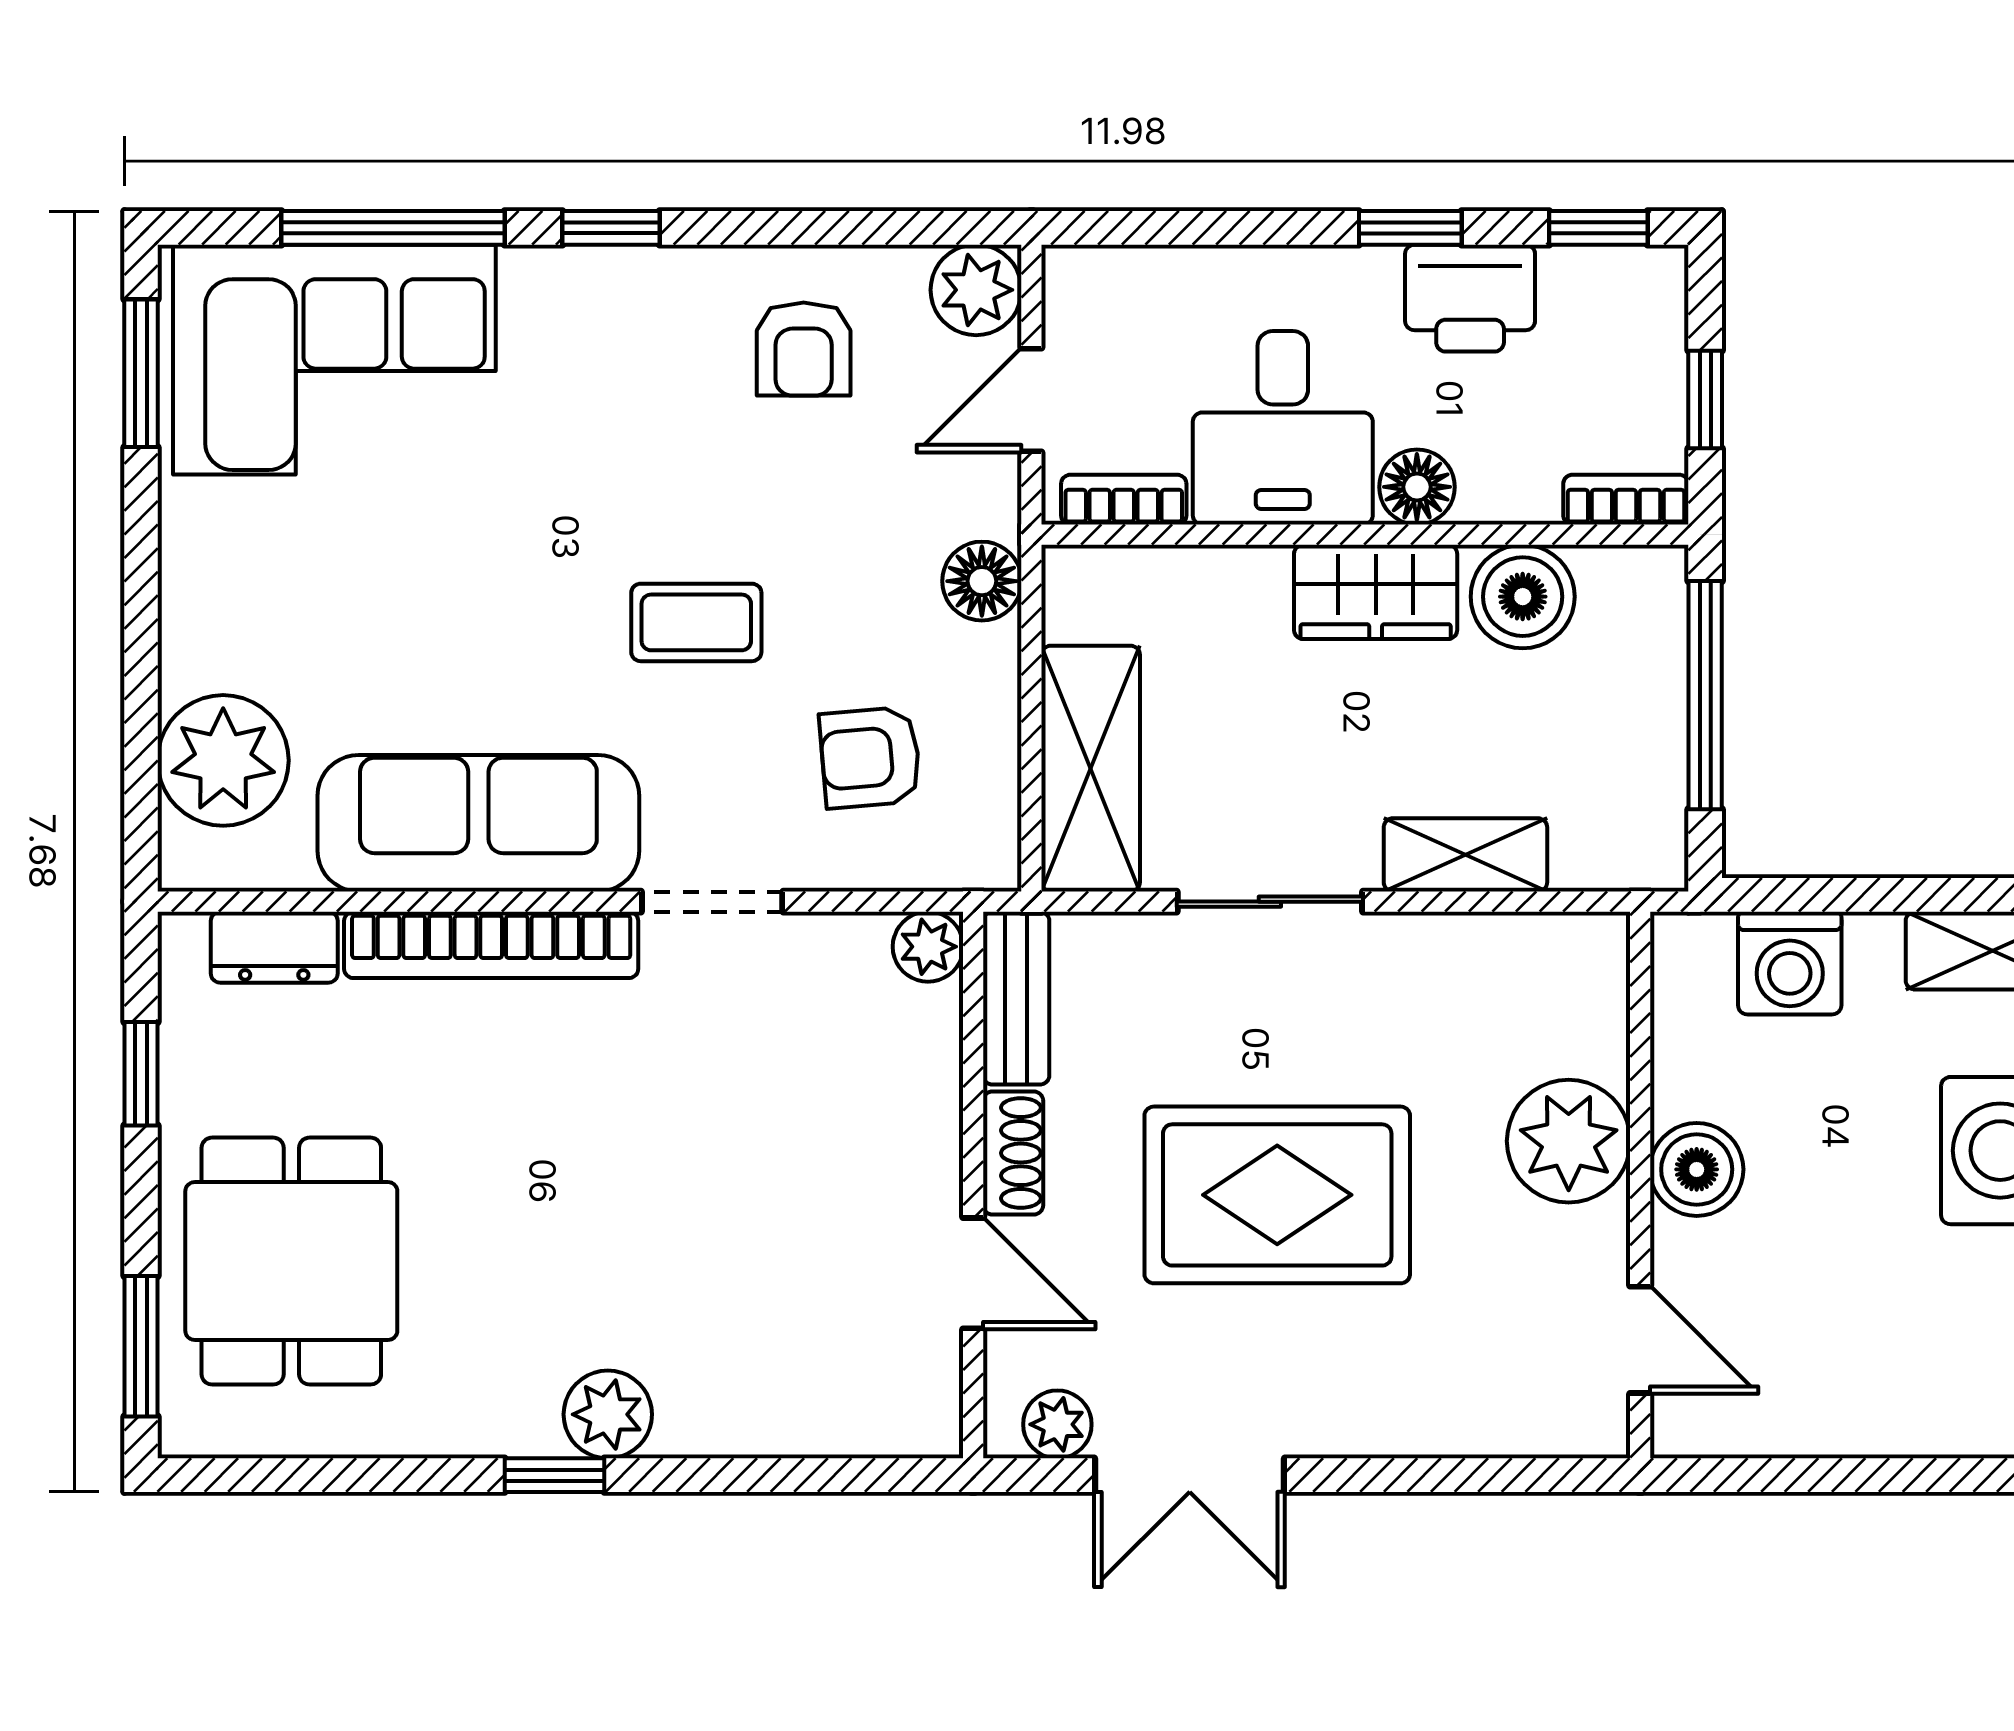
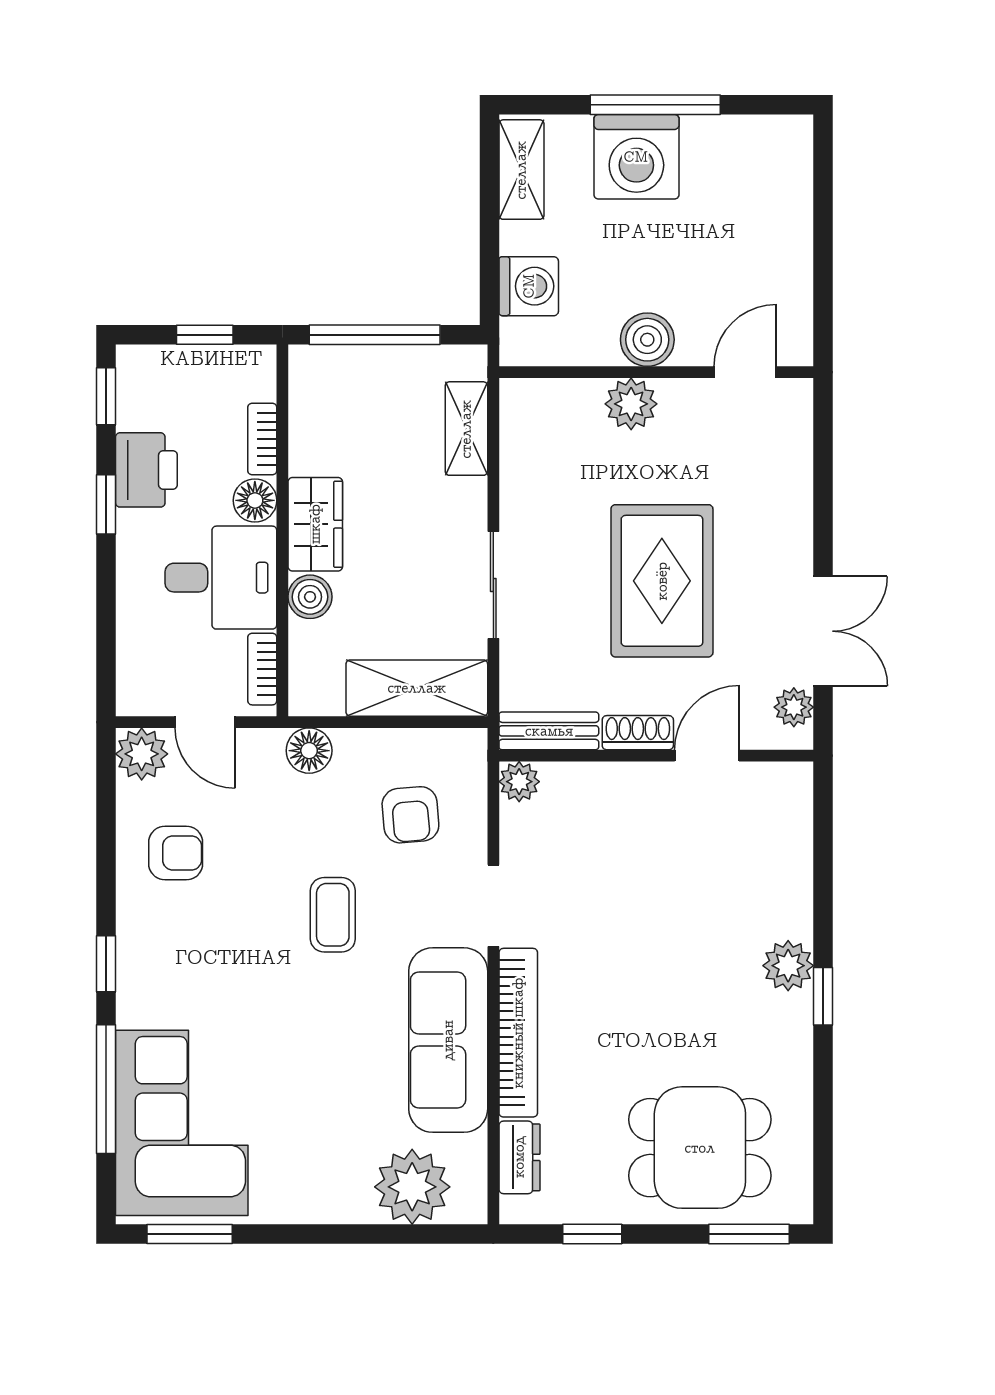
bookcase: (1626, 500) -> (262, 439), moved
boiler: (1523, 597) -> (310, 597), moved, width x0.73, depth x0.73
shelving: (1465, 855) -> (466, 429), moved
plant: (1569, 1141) -> (631, 404), width x0.73, depth x0.73

